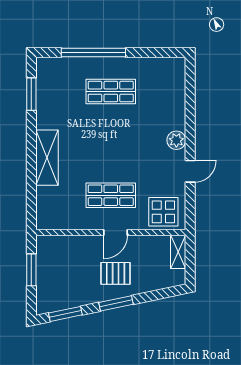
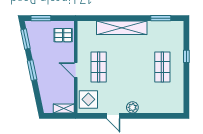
window: (93, 53) -> (186, 56), width x0.32
shelving: (47, 158) -> (122, 28), width x1.47
window: (31, 270) -> (41, 18), moved
pallet: (116, 273) -> (63, 35), moved, turned 90

